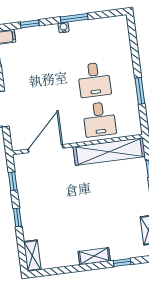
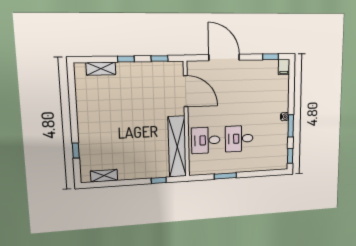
window: (30, 24) -> (290, 156), moved
shelving: (32, 256) -> (101, 69), moved
shelving: (94, 256) -> (84, 126), removed

